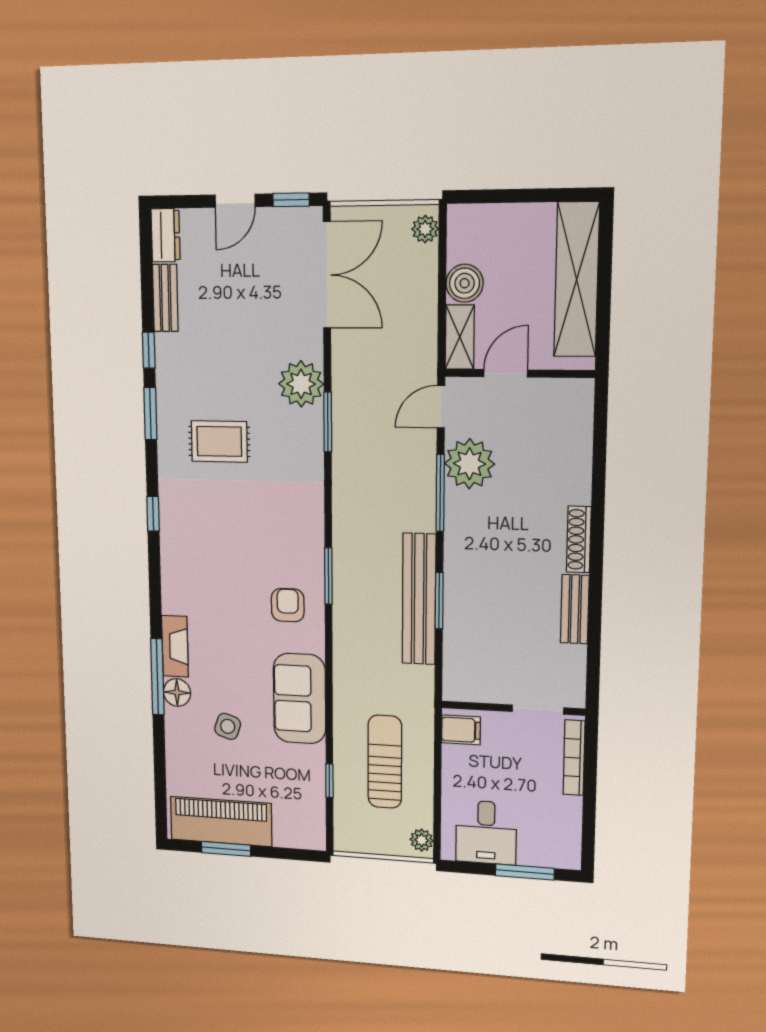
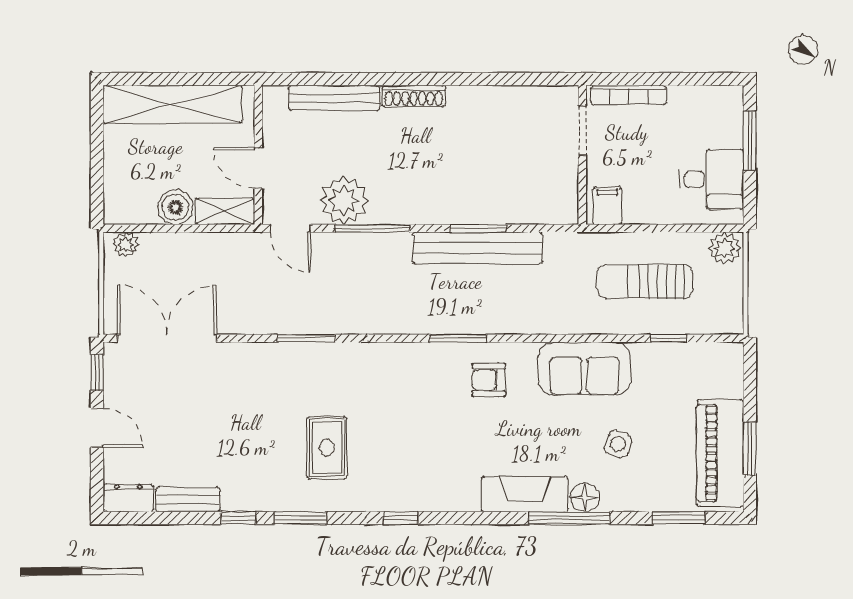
plant: (301, 384) -> (270, 364), removed
bench: (575, 609) -> (334, 98), moved, width x1.36
fireplace: (175, 646) -> (525, 494), width x1.37, depth x1.32
window: (160, 779) -> (679, 518), added
plant: (422, 840) -> (724, 248), width x1.38, depth x1.38

